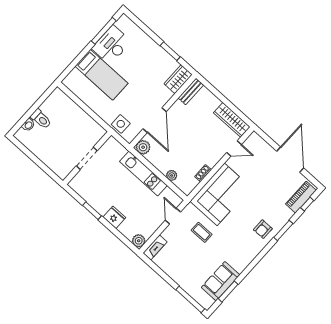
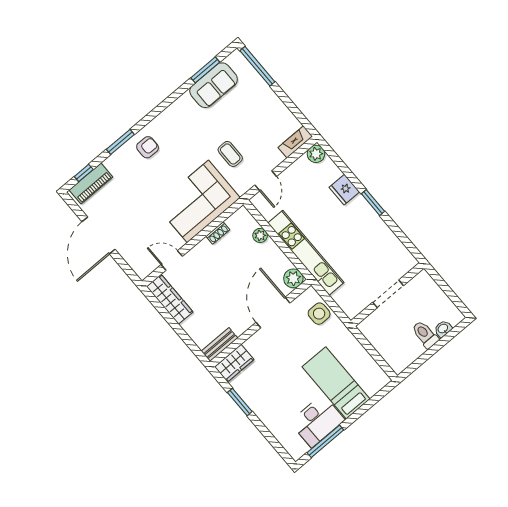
doorway: (87, 158) -> (388, 294), moved
wall: (87, 158) -> (387, 294), moved
kitchen unit: (143, 174) -> (306, 253), width x1.36

